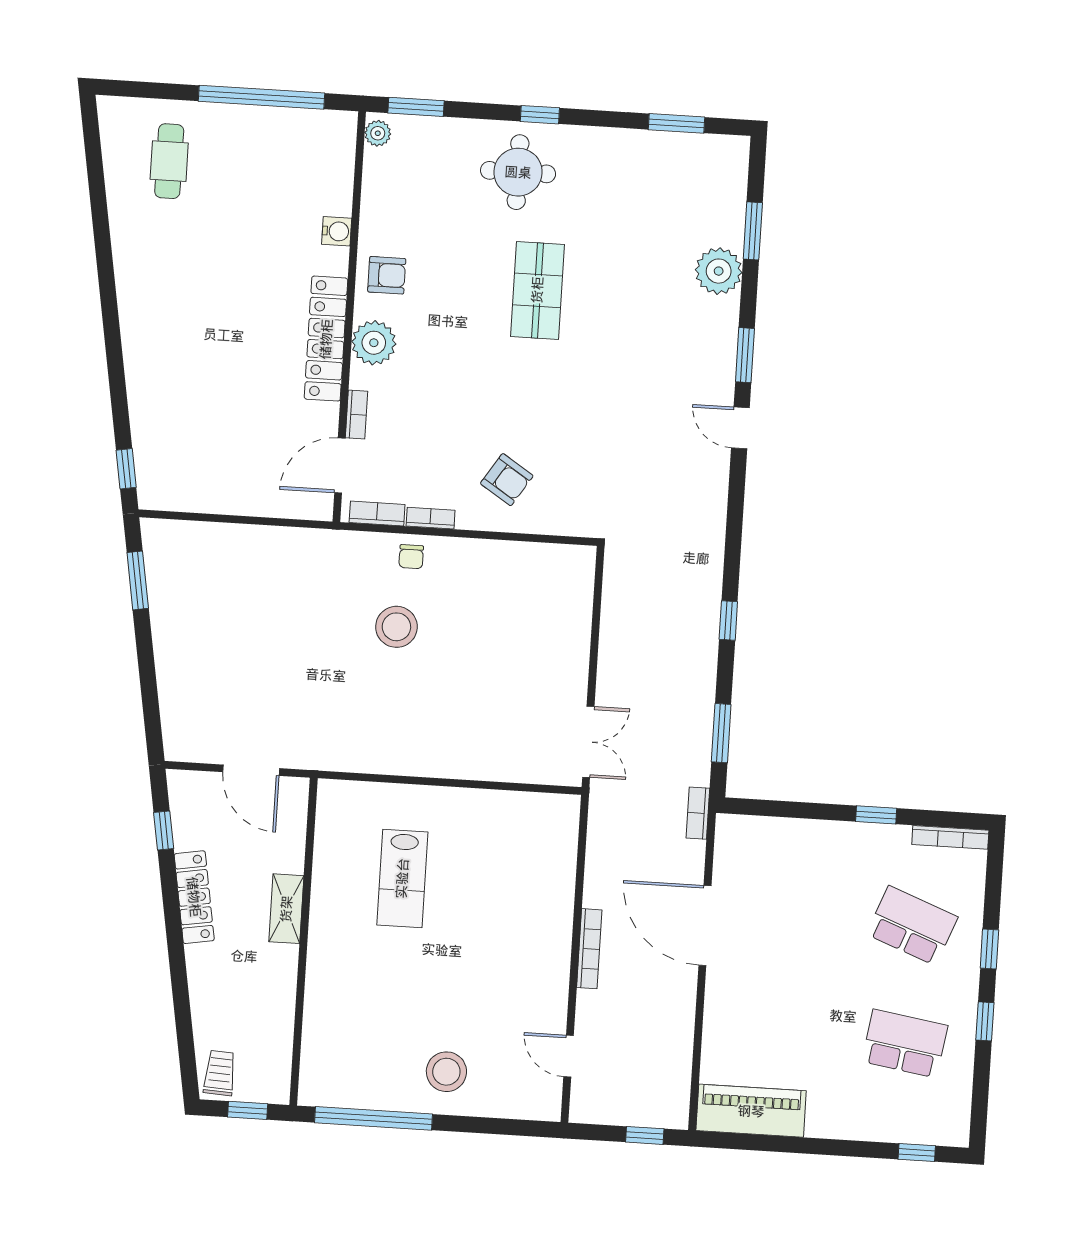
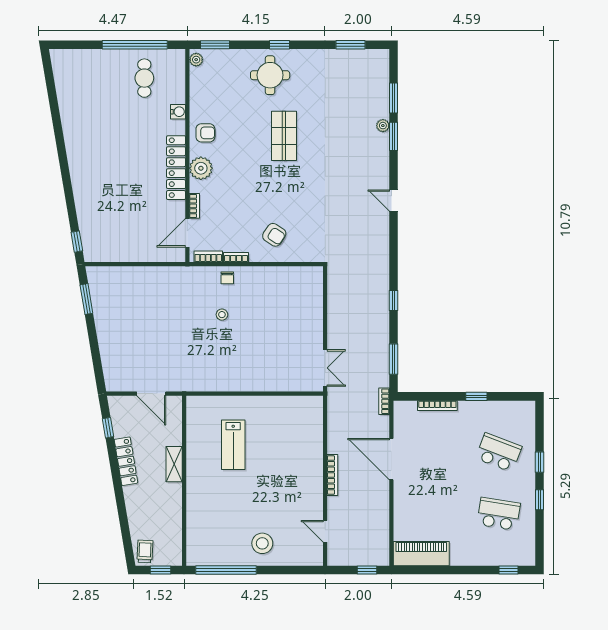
cafe table: (169, 161) -> (144, 78), moved
plant: (719, 271) -> (383, 126), width x0.53, depth x0.53
window: (745, 355) -> (394, 136), moved
stool: (396, 627) -> (222, 315), width x0.53, depth x0.53
bookcase: (950, 837) -> (437, 406), moved

